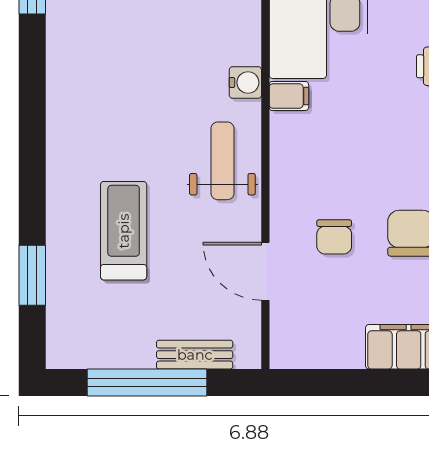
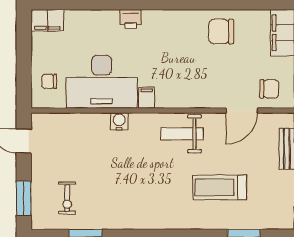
water cooler: (245, 83) -> (119, 121), moved
chair: (334, 237) -> (269, 89), moved

